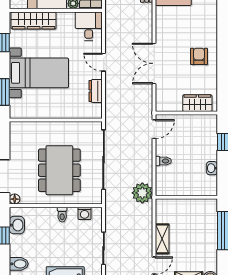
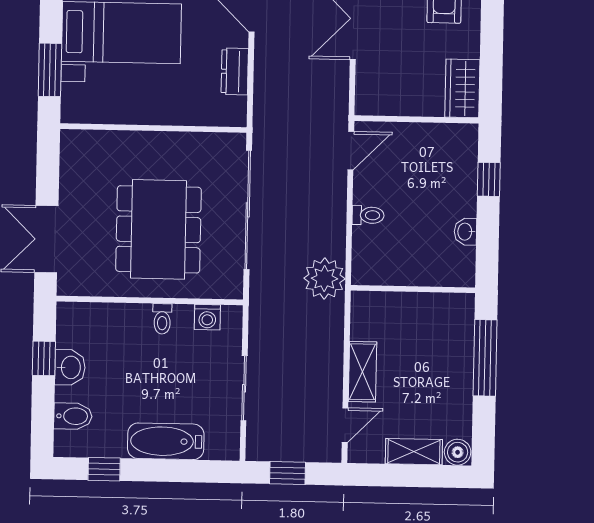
wardrobe: (197, 103) -> (462, 88), moved, turned -90
floor lamp: (15, 199) -> (67, 285), removed
washbasin: (17, 225) -> (70, 367), moved

